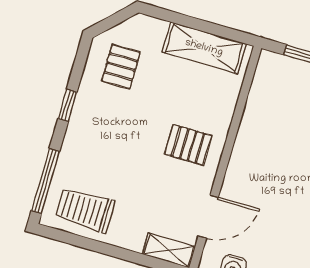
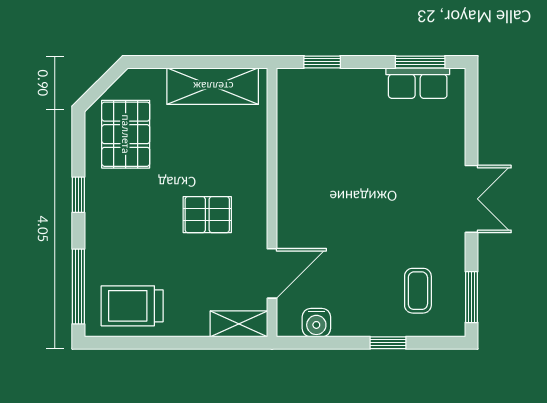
pallet: (121, 67) -> (126, 134), width x1.50, depth x1.42
pallet: (188, 145) -> (207, 215), moved

